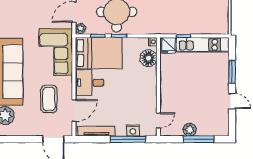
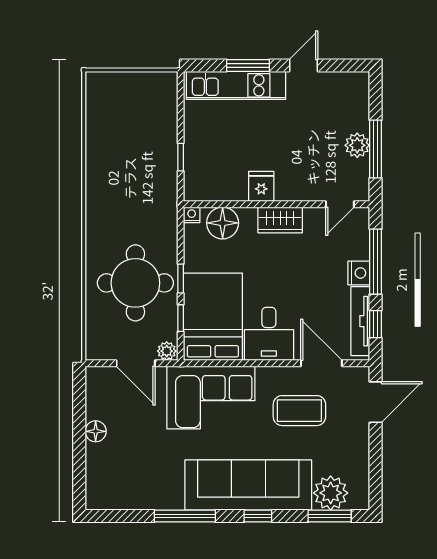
fridge: (169, 45) -> (261, 186), moved, turned -90
kitchen unit: (203, 45) -> (236, 85), moved, turned 90
wardrobe: (150, 89) -> (280, 220), added
door: (158, 120) -> (340, 204), swing flipped
nightstand: (133, 130) -> (359, 273), moved
window: (95, 139) -> (375, 324), added
window: (199, 139) -> (375, 149), moved

